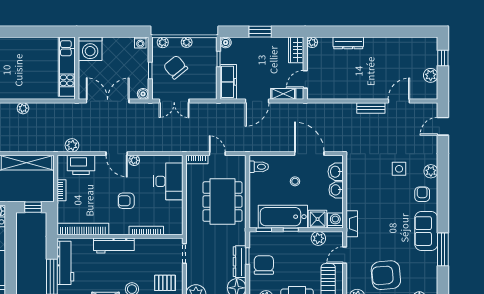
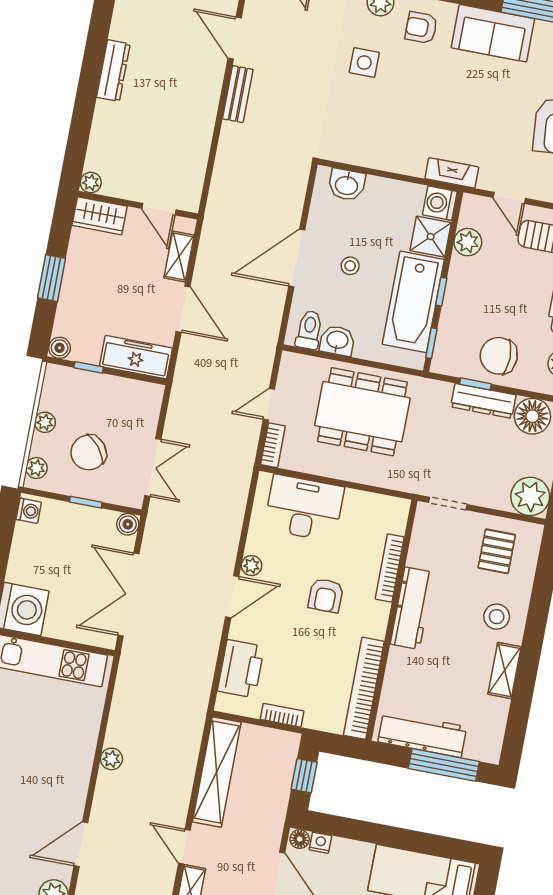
dresser: (348, 43) -> (113, 71), moved
plant: (72, 145) -> (200, 679), removed
door: (309, 154) -> (297, 258), moved
washbasin: (336, 190) -> (337, 341), moved, turned 180
workbench: (114, 246) -> (412, 608), moved

